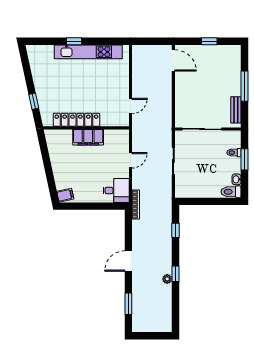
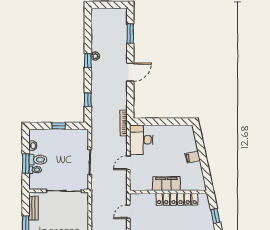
desk: (116, 190) -> (141, 140), width x1.37
toilet: (231, 192) -> (38, 160), moved
filing cabinet: (65, 195) -> (193, 157), moved
window: (208, 201) -> (59, 126), added

